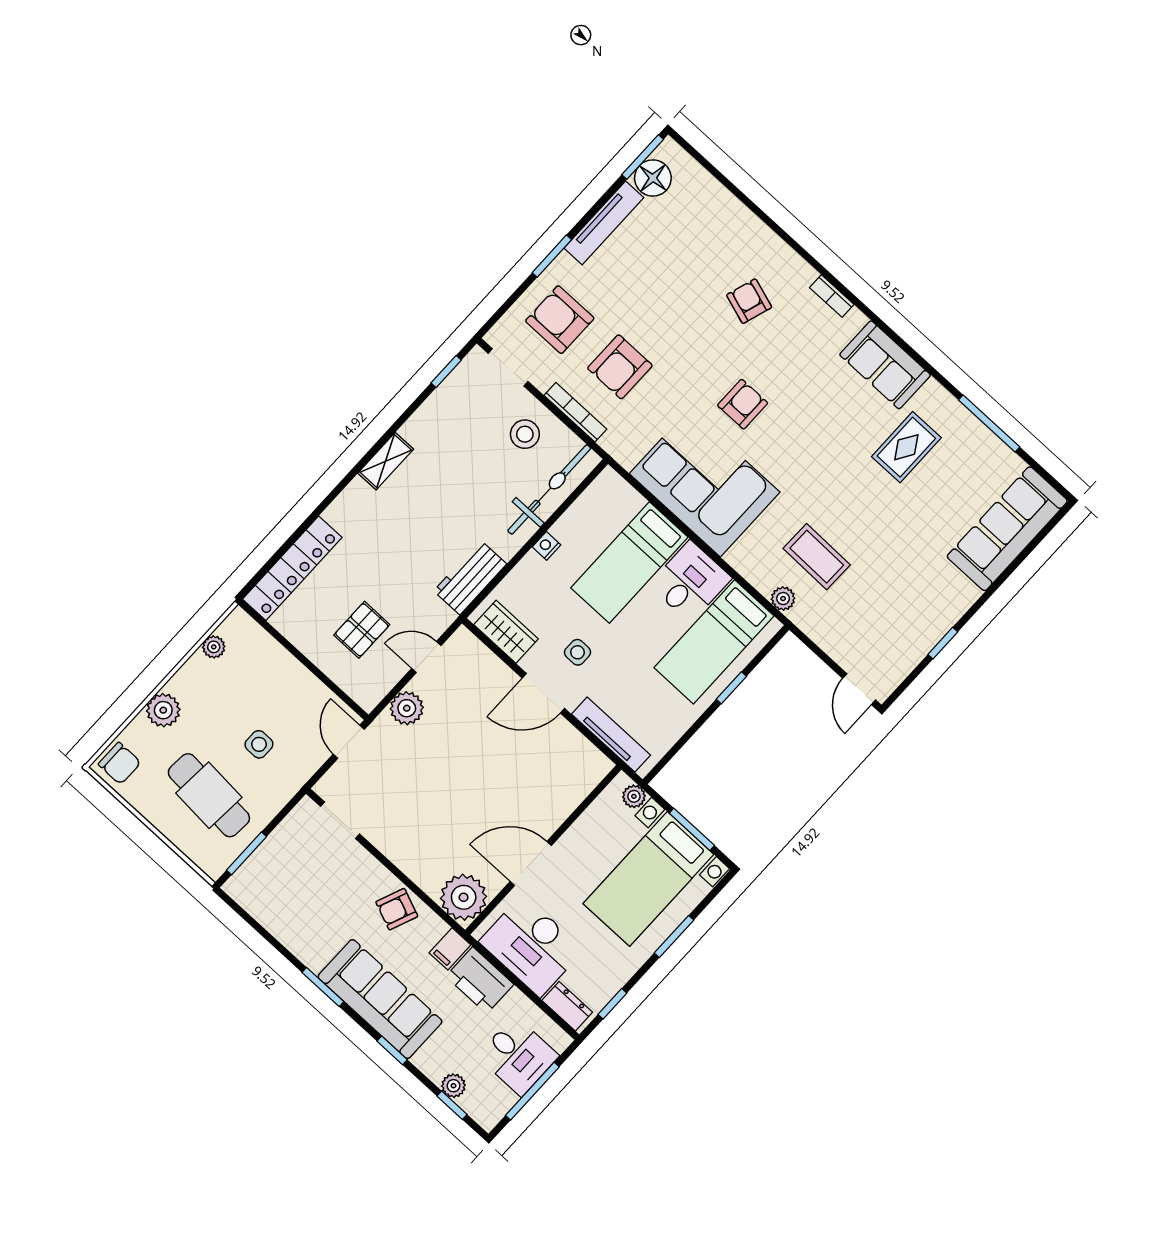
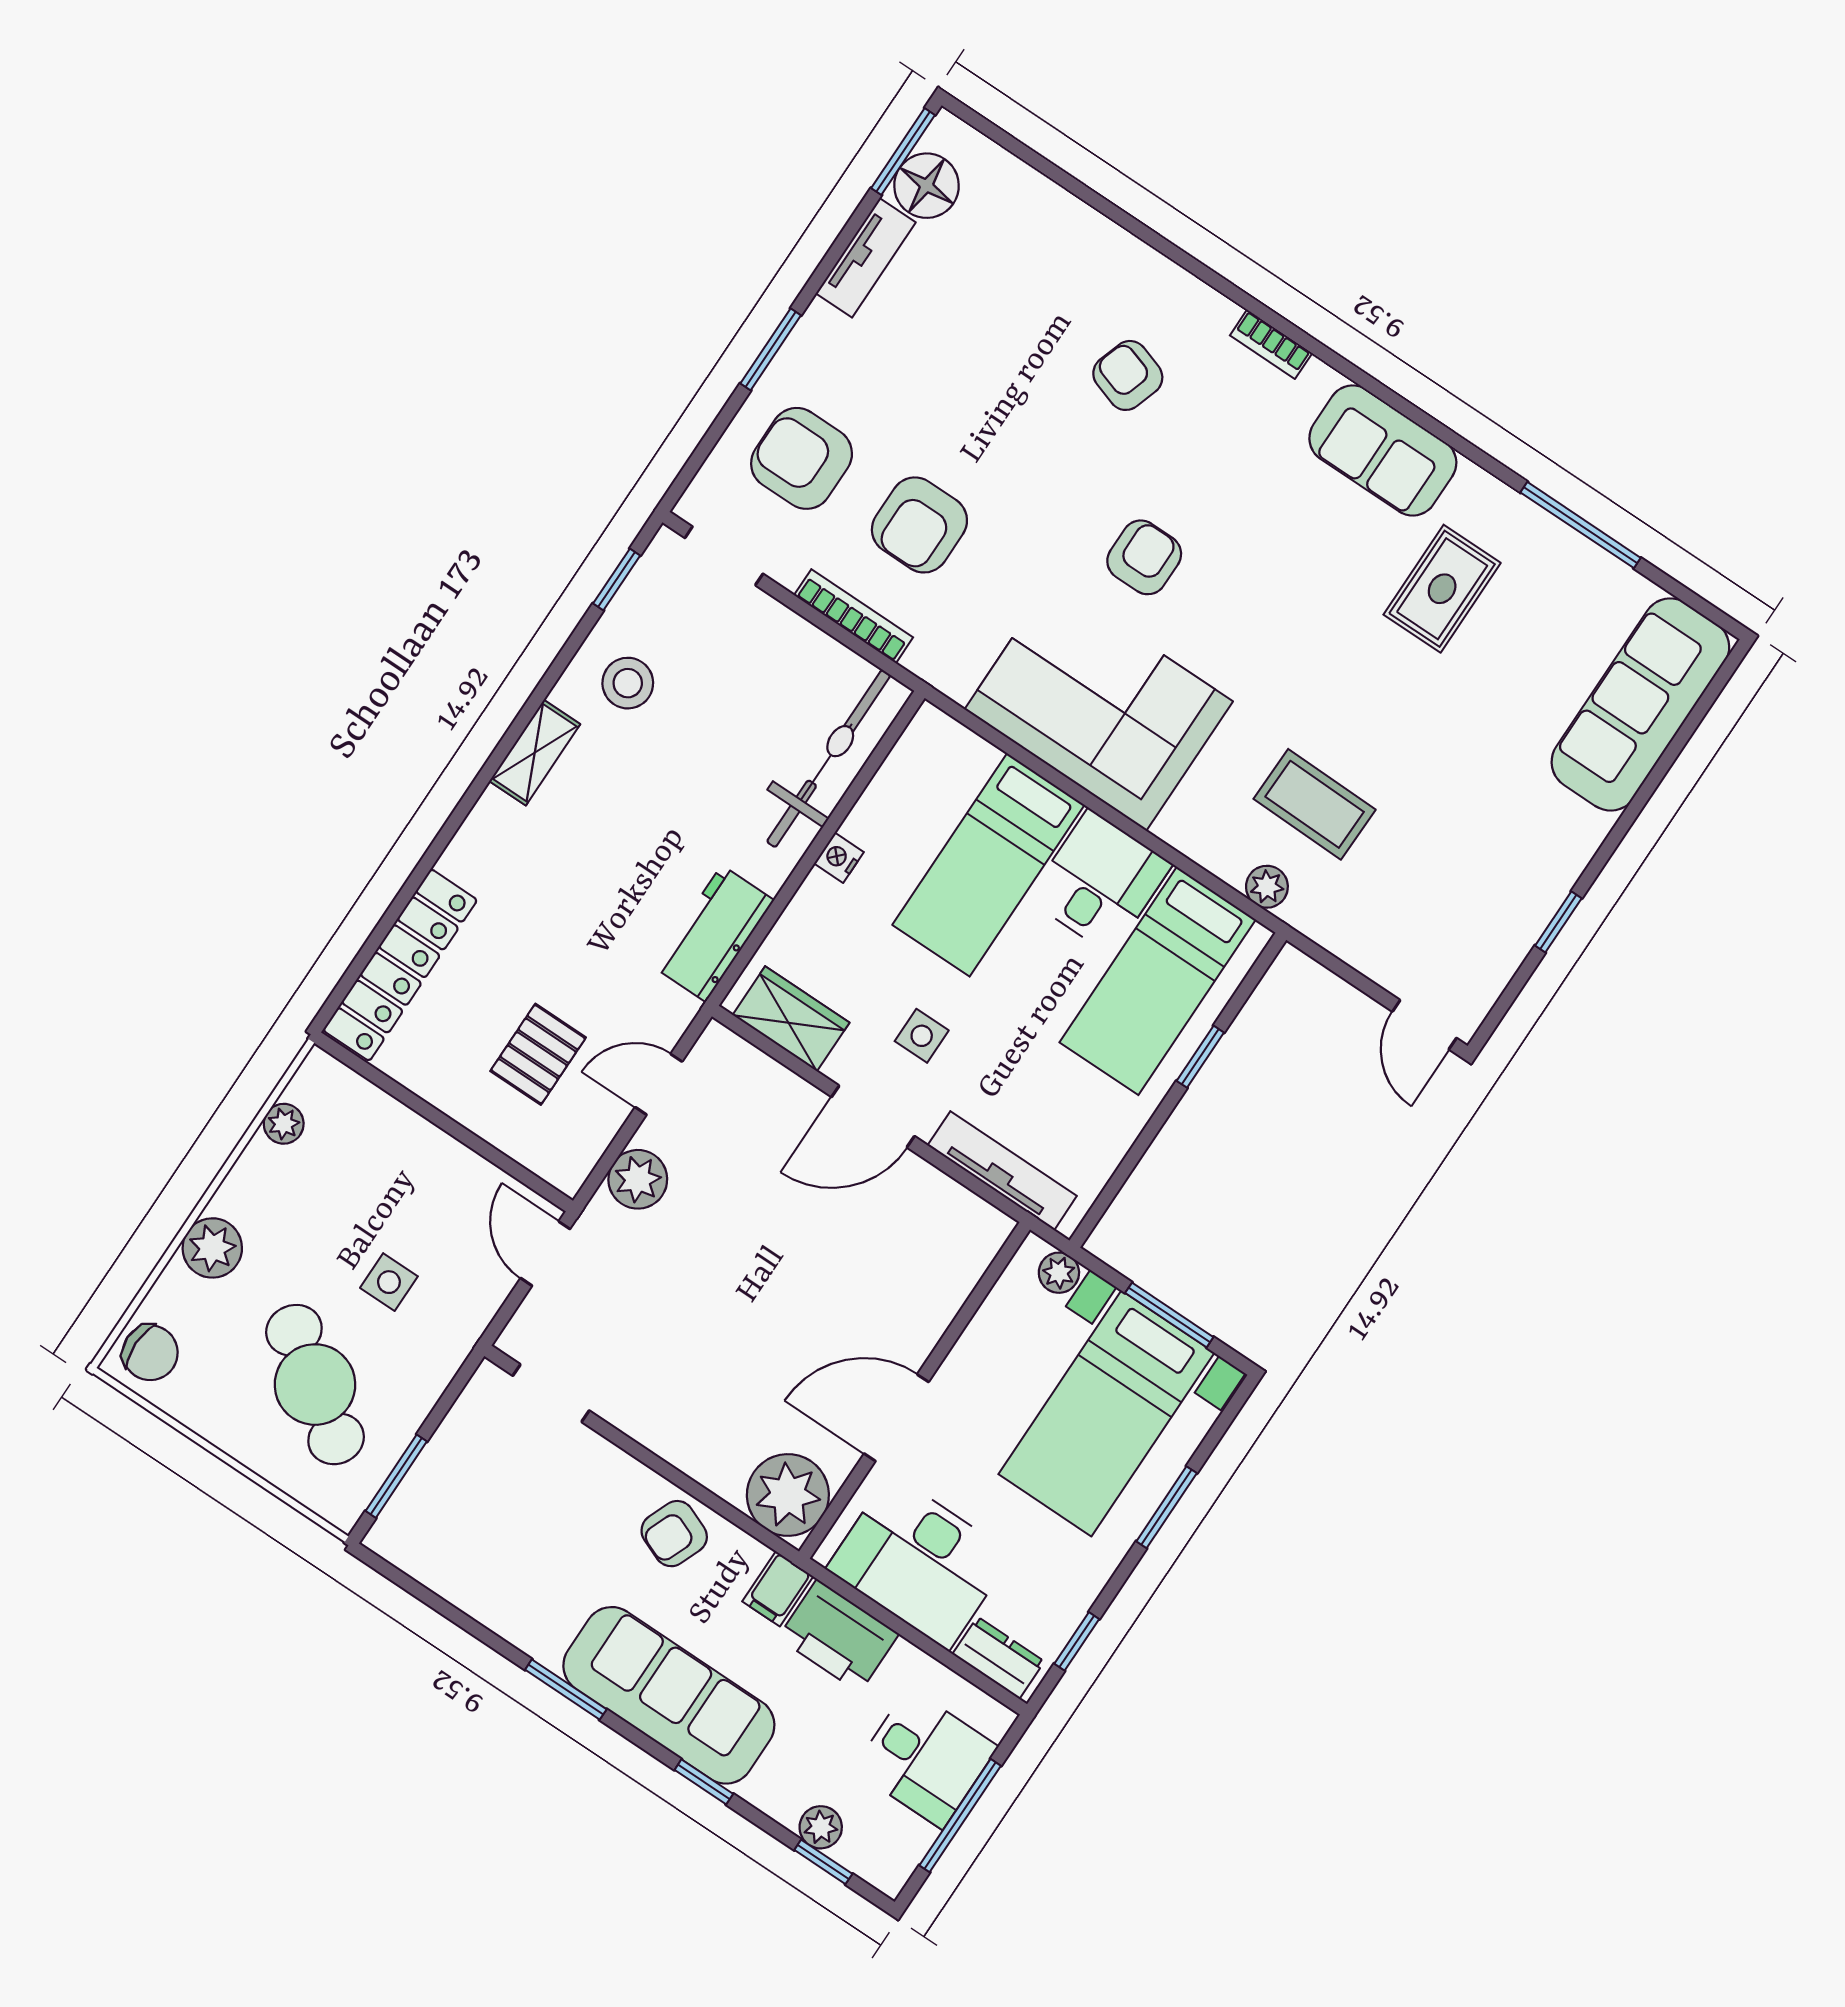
tv unit: (604, 223) -> (866, 258), width x0.71
stool: (525, 434) -> (628, 683), moved
cafe table: (209, 795) -> (315, 1385), turned 31

